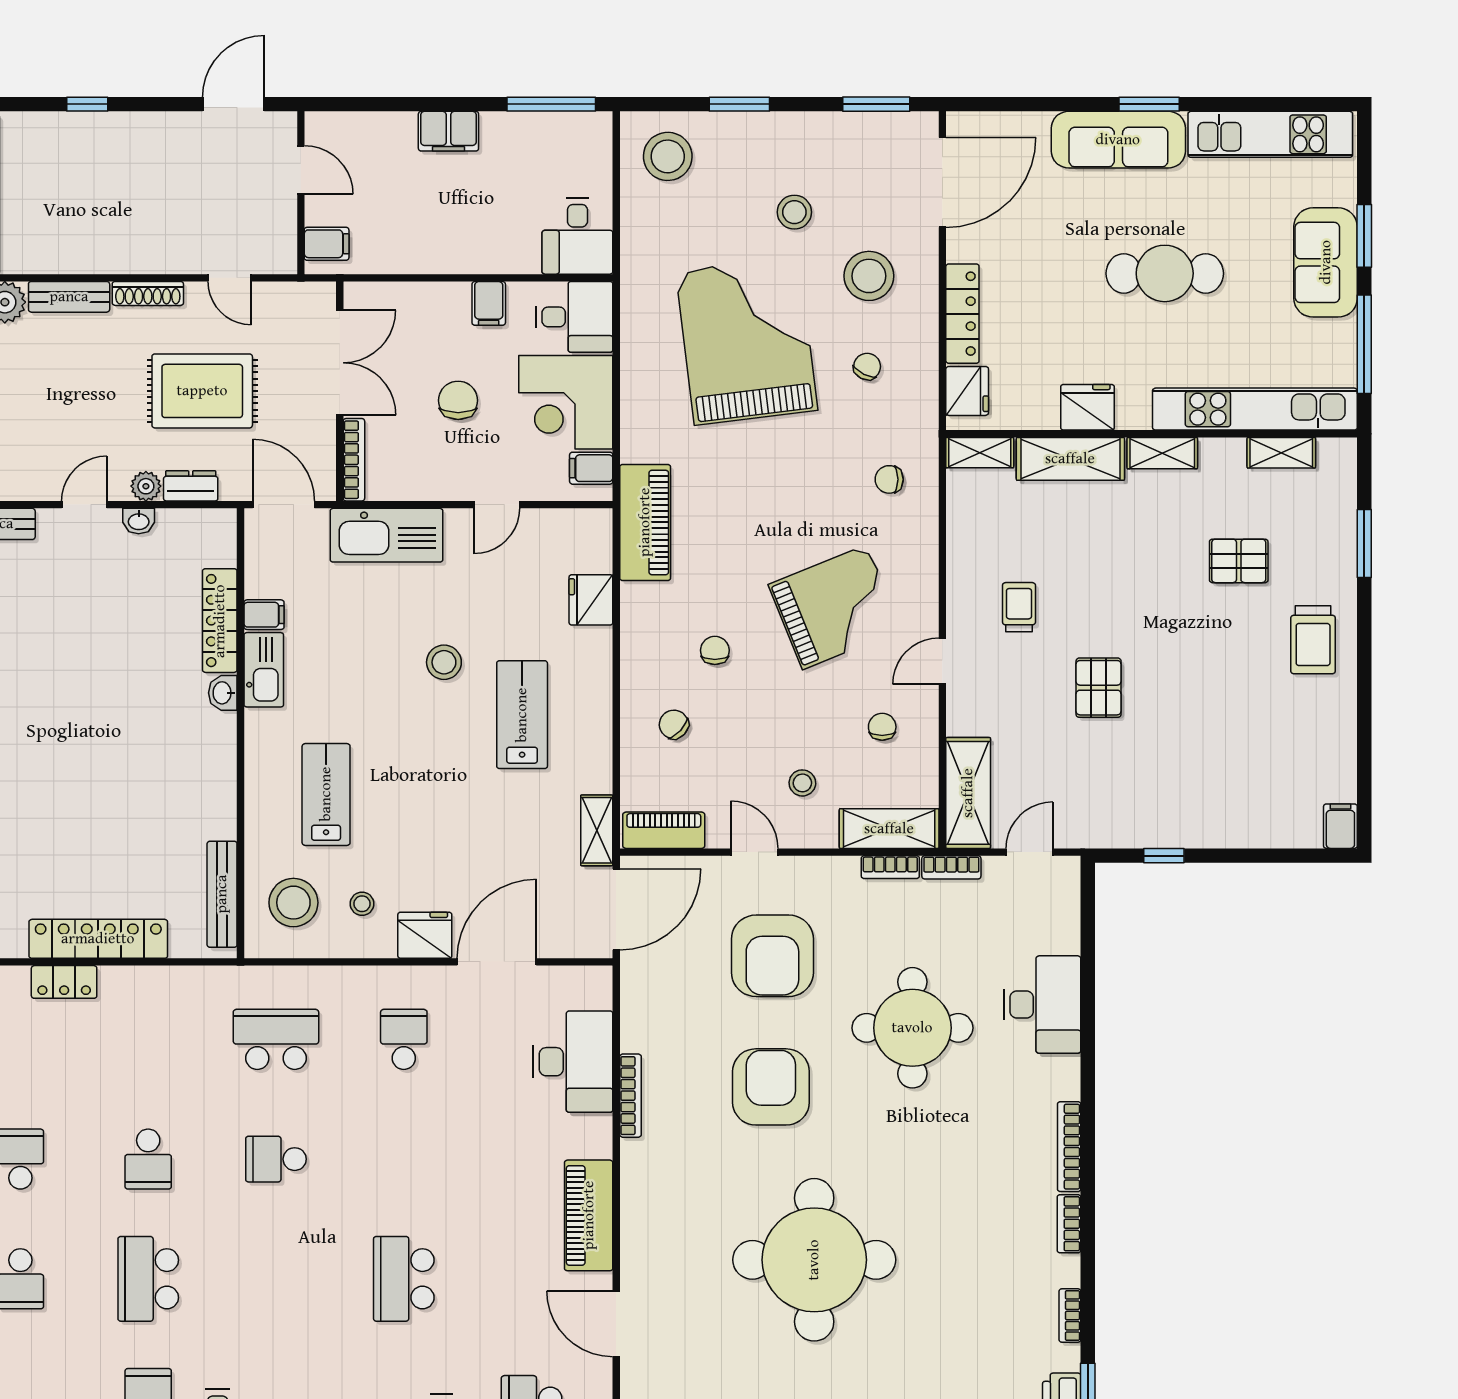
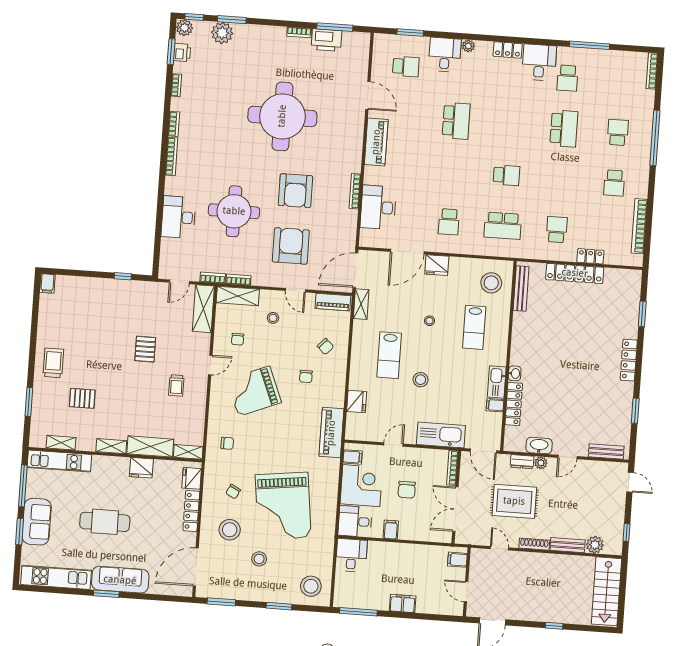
kitchen unit: (1255, 409) -> (59, 461), width x0.73
washbasin: (139, 521) -> (539, 446), width x1.91, depth x1.45
stool: (362, 904) -> (430, 321), moved
school desk: (148, 1159) -> (557, 230), moved

